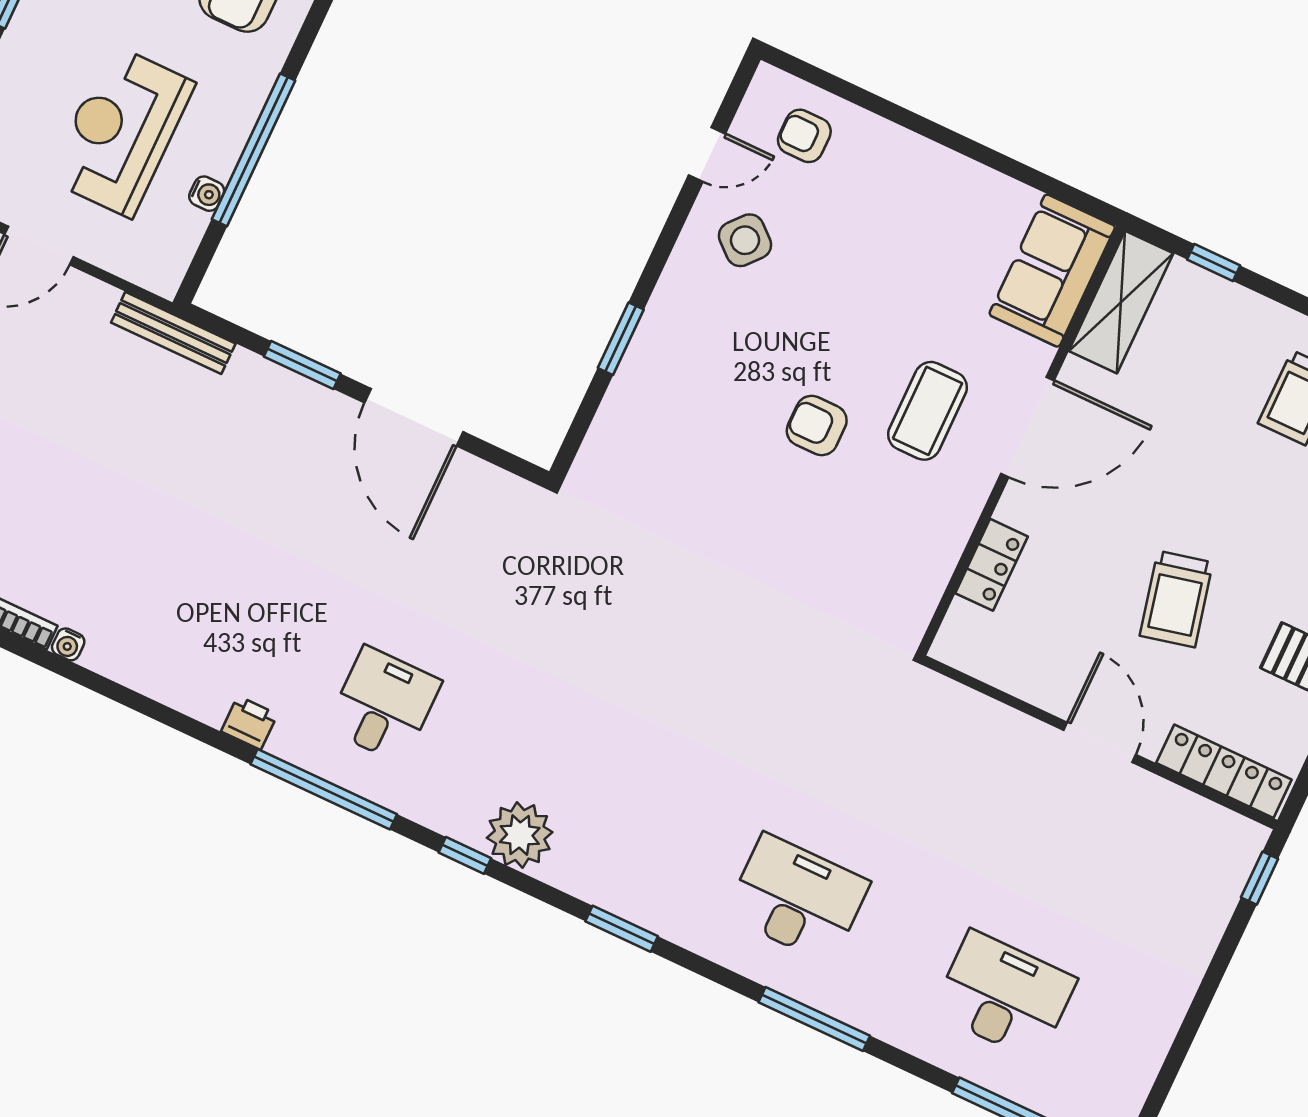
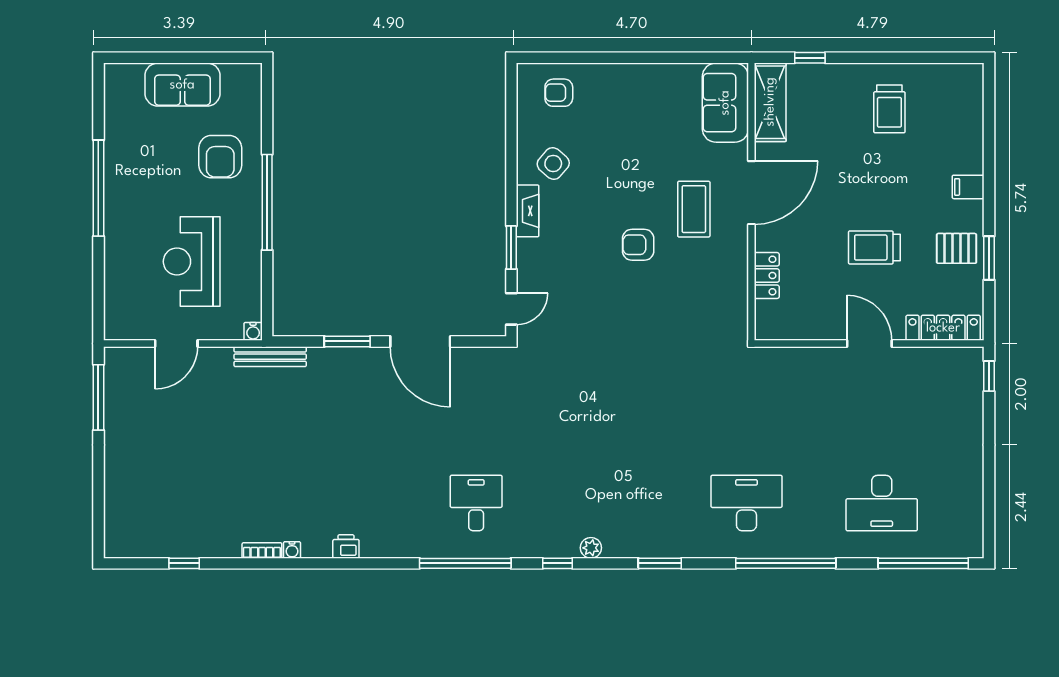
window: (253, 150) -> (267, 202), moved
door: (707, 154) -> (511, 309), moved
water cooler: (207, 194) -> (253, 331), moved, turned 90
fireplace: (672, 294) -> (528, 211), added
trolley: (1176, 599) -> (874, 247), turned 103
printer: (249, 723) -> (346, 546), moved
plant: (520, 835) -> (591, 548), width x0.53, depth x0.53
desk: (1004, 995) -> (882, 503), turned 180
window: (814, 1019) -> (786, 563), width x1.46

